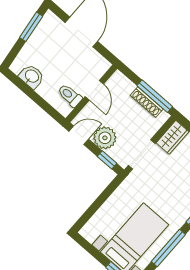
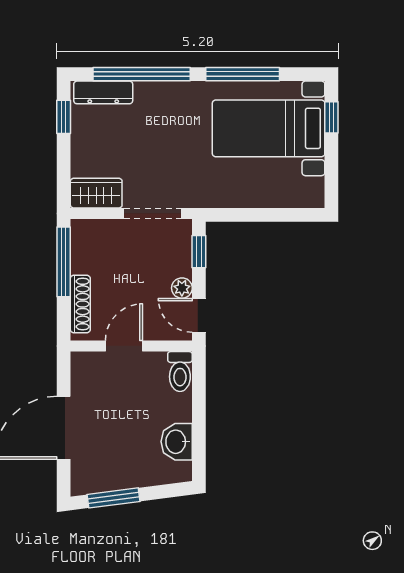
toilet: (70, 95) -> (180, 371), moved
shoe rack: (147, 102) -> (80, 304), moved
plant: (105, 138) -> (182, 288), width x0.53, depth x0.53

